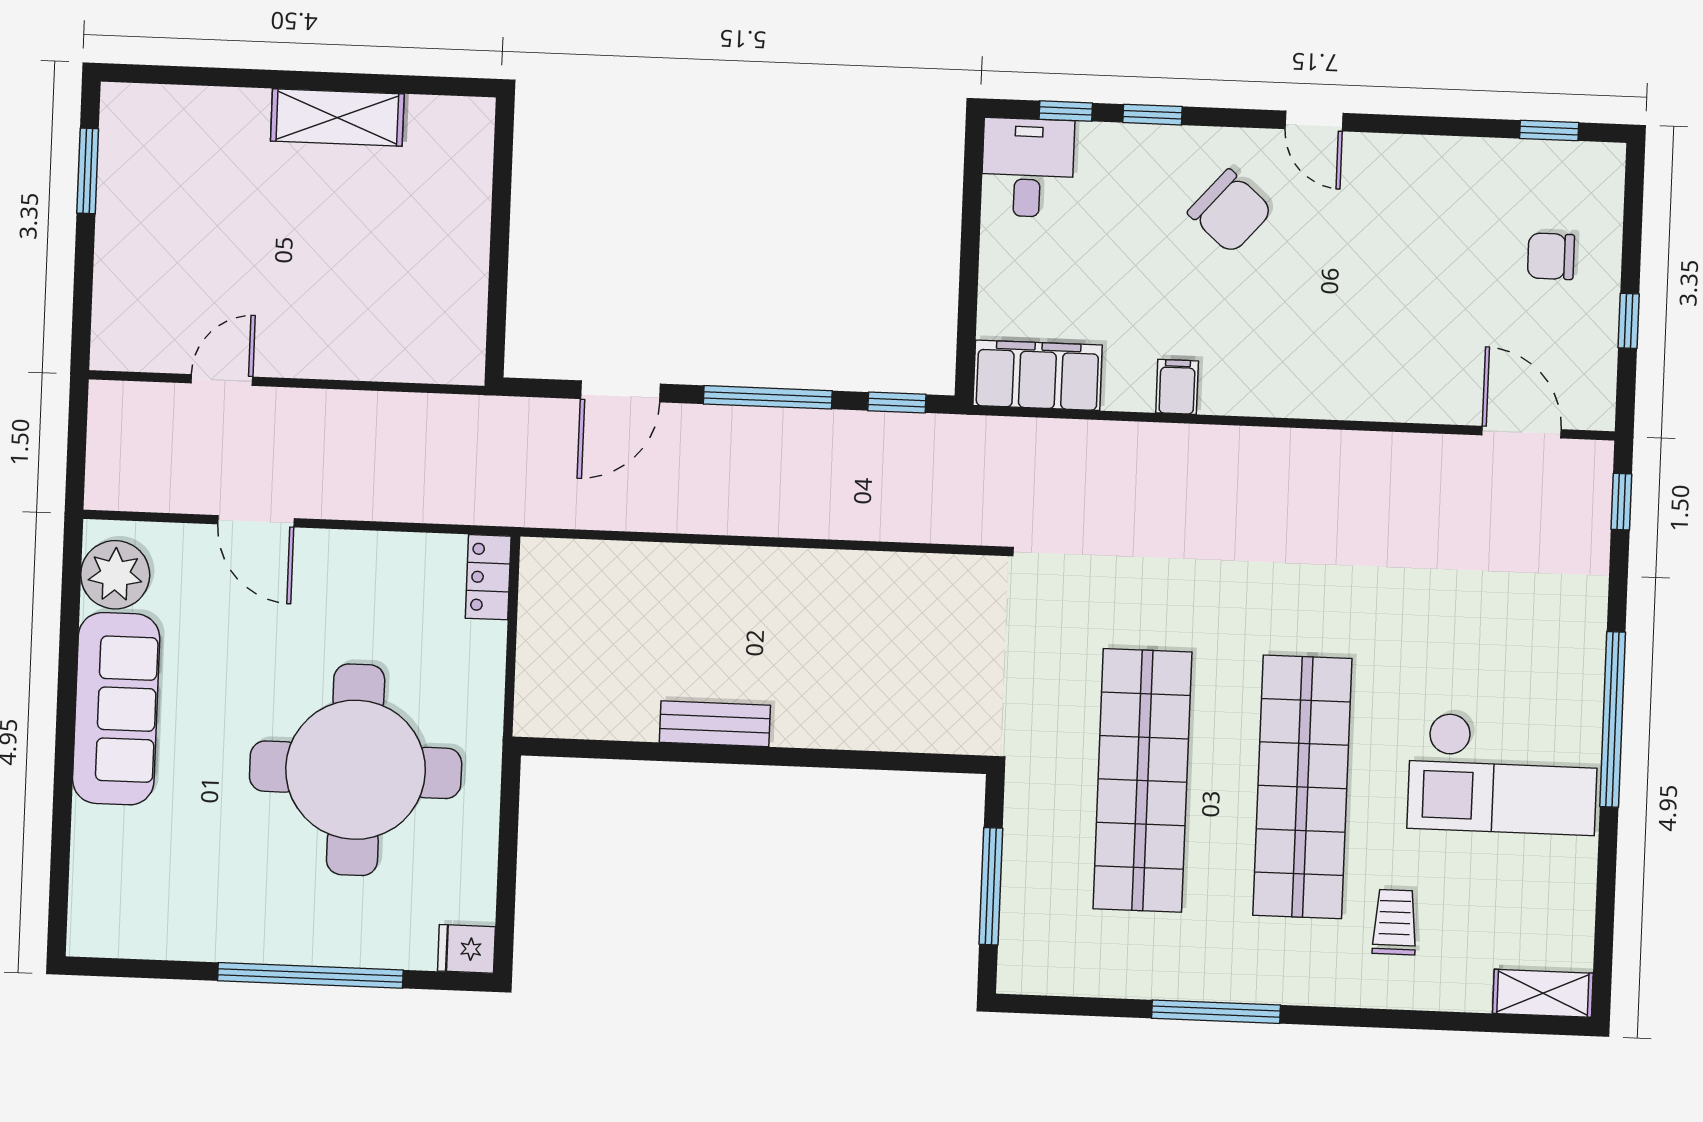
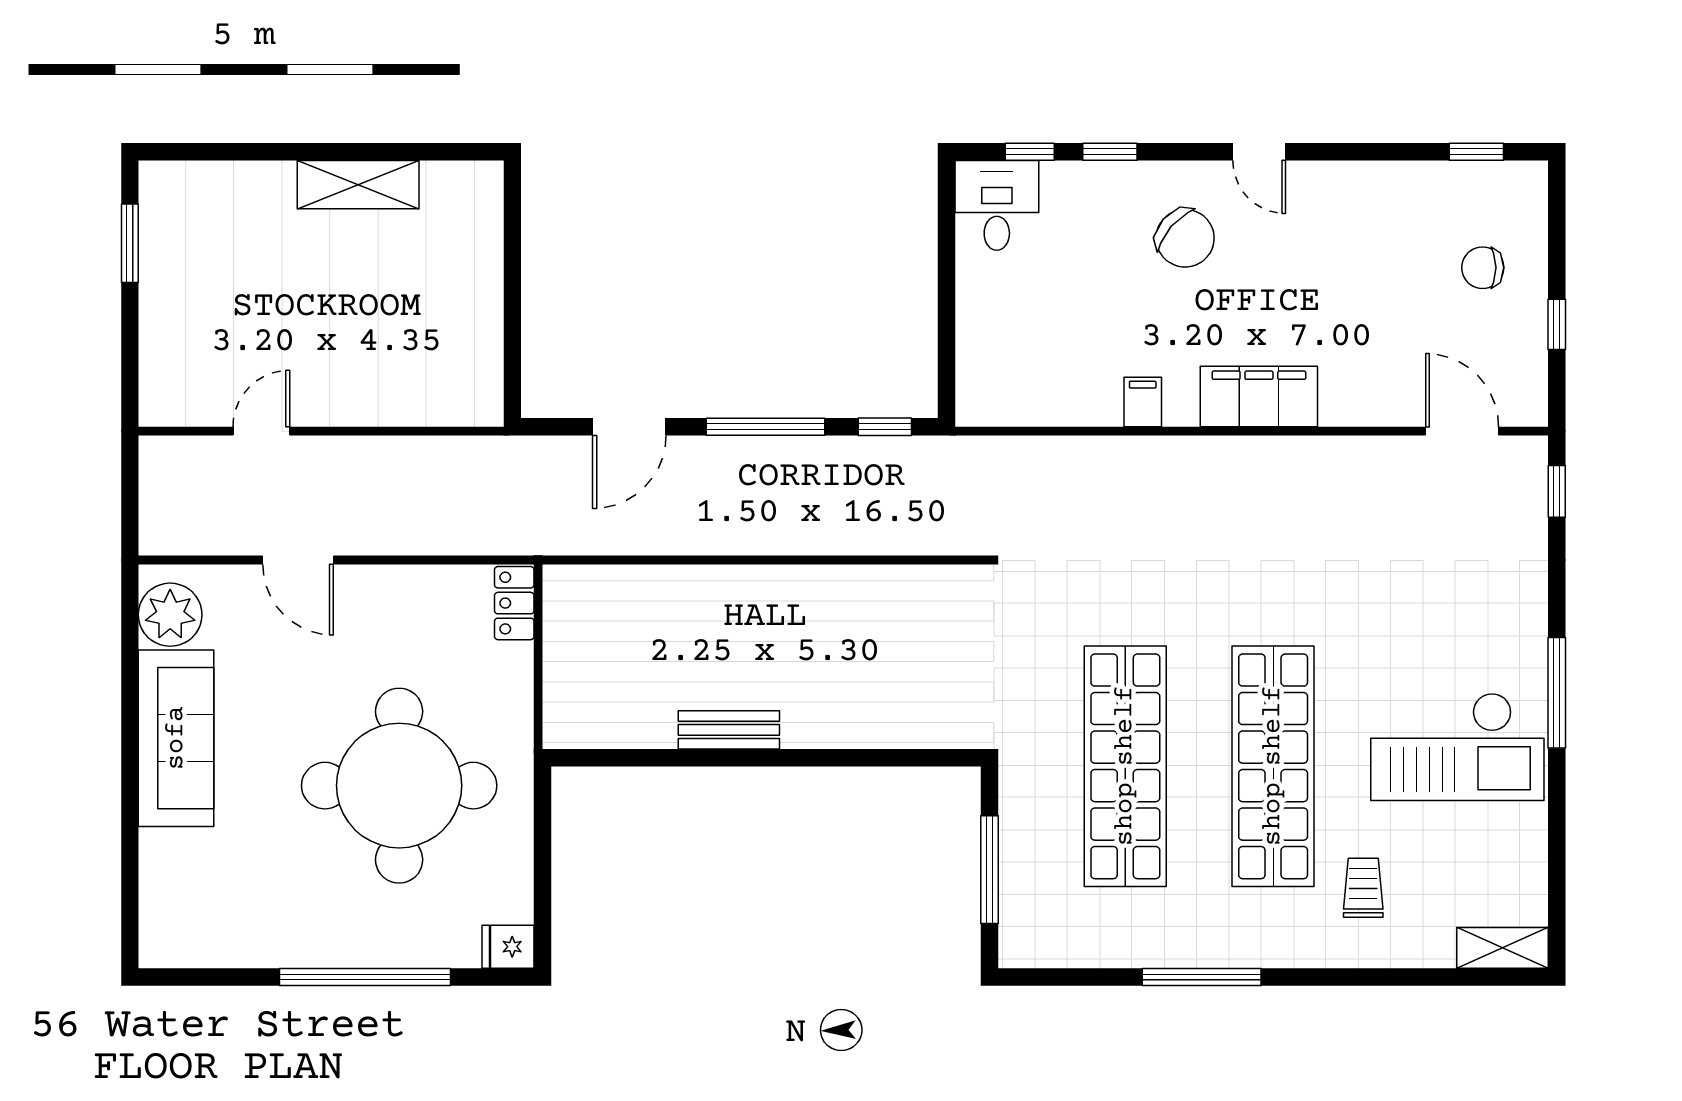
filing cabinet: (1038, 375) -> (1259, 396), moved
window: (1613, 719) -> (1557, 693), width x0.68

